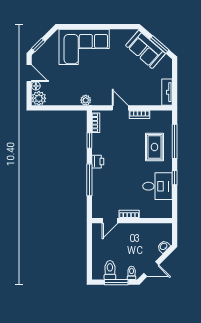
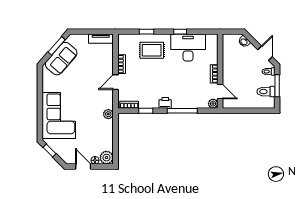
window: (38, 45) -> (50, 151), moved
door: (29, 73) -> (83, 167), hinge flipped
window: (175, 141) -> (146, 32), width x0.46
desk: (157, 186) -> (188, 48), width x1.37
plant: (97, 213) -> (213, 104), added

